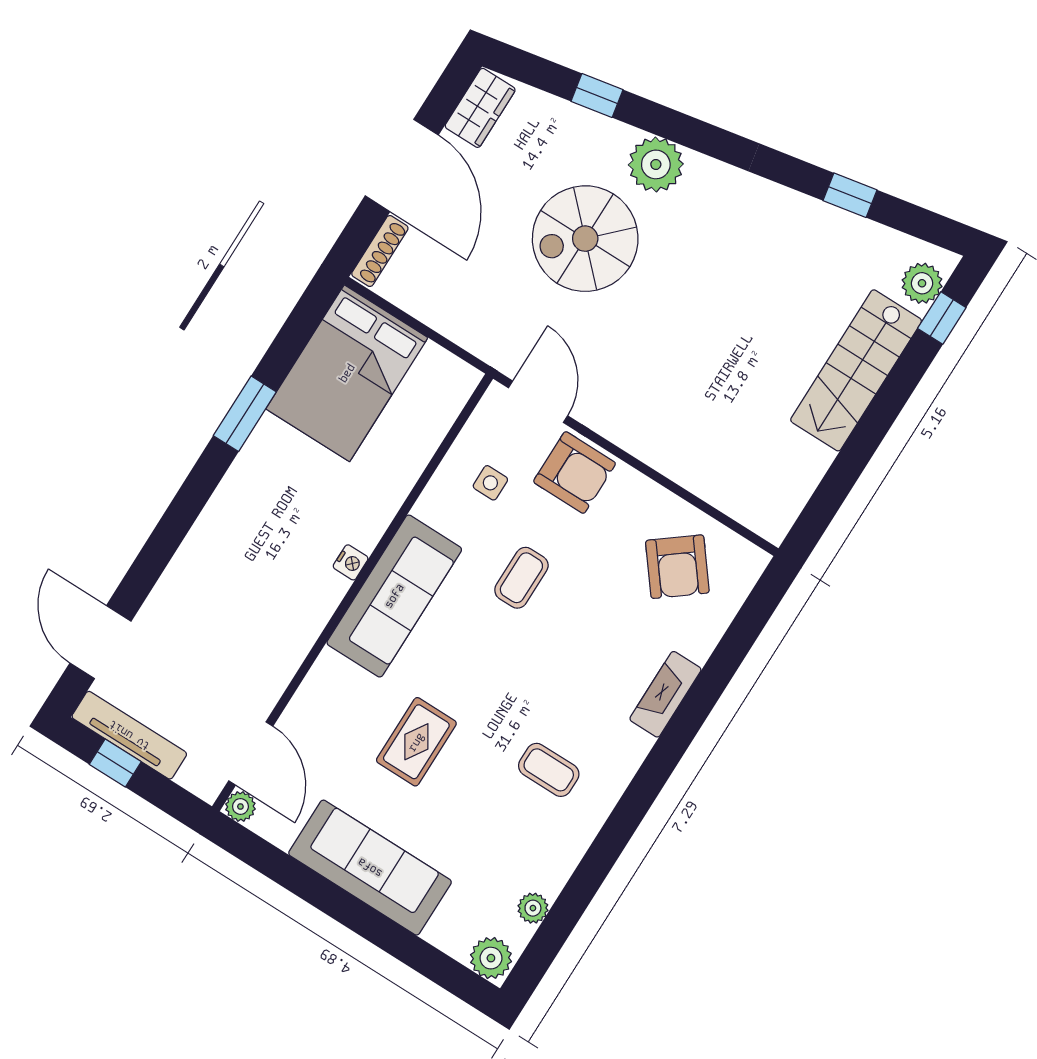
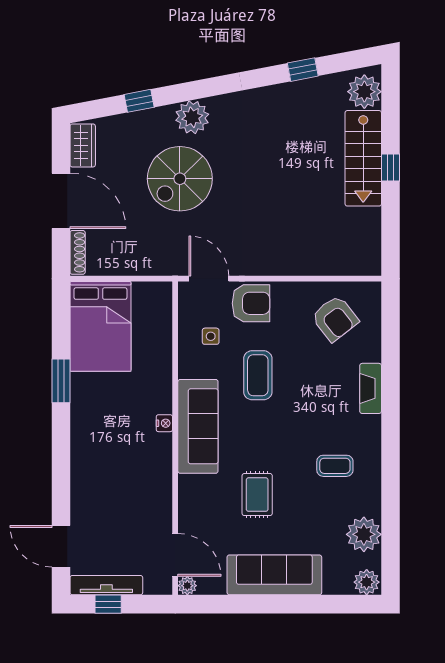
plant: (922, 283) -> (364, 92), width x1.36, depth x1.36
window: (942, 318) -> (391, 167), moved
coffee table: (521, 578) -> (258, 375), width x1.36, depth x1.30
plant: (533, 908) -> (364, 534), width x1.87, depth x1.87

